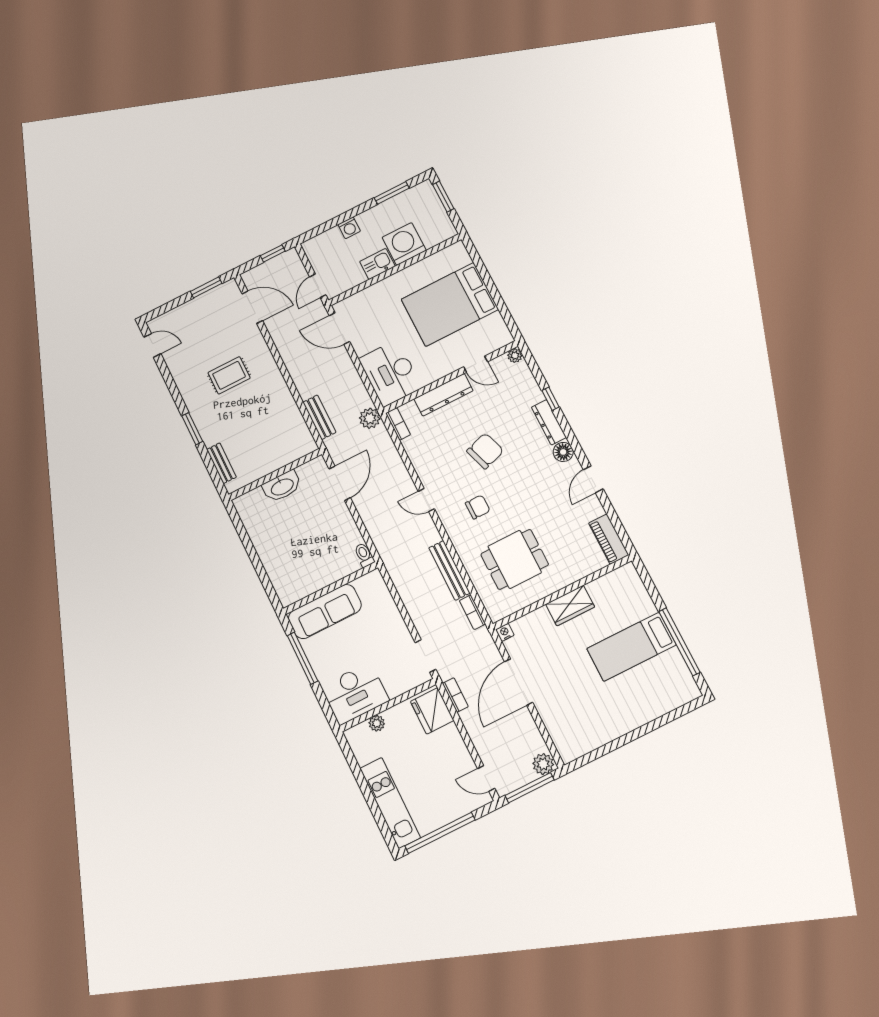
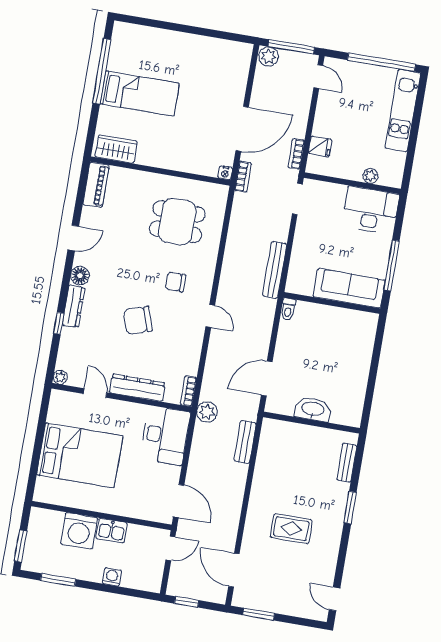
bench: (449, 570) -> (275, 270), moved
wardrobe: (570, 606) -> (116, 149), moved
bookcase: (473, 612) -> (243, 177), moved
fridge: (432, 711) -> (320, 146), width x0.53, depth x0.75

